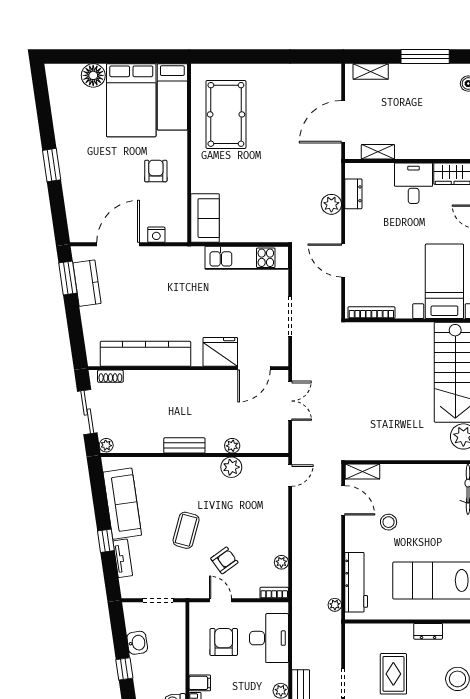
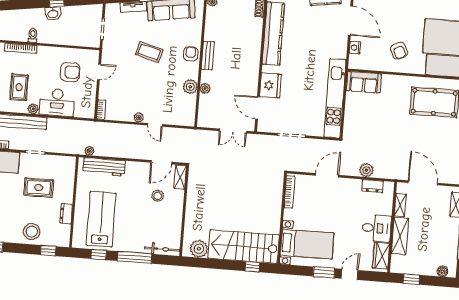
shelving: (422, 149) -> (400, 236), added
armchair: (156, 171) -> (399, 51), turned 65
kitchen unit: (247, 258) -> (335, 98), width x1.36
door: (290, 476) -> (155, 125), moved
stool: (389, 522) -> (158, 196), moved
armchair: (224, 560) -> (191, 54), moved, turned -144
plant: (281, 562) -> (139, 118), moved
desk: (269, 638) -> (57, 102), moved
washbasin: (137, 643) -> (53, 14), moved
filing cabinet: (200, 683) -> (43, 53), removed

